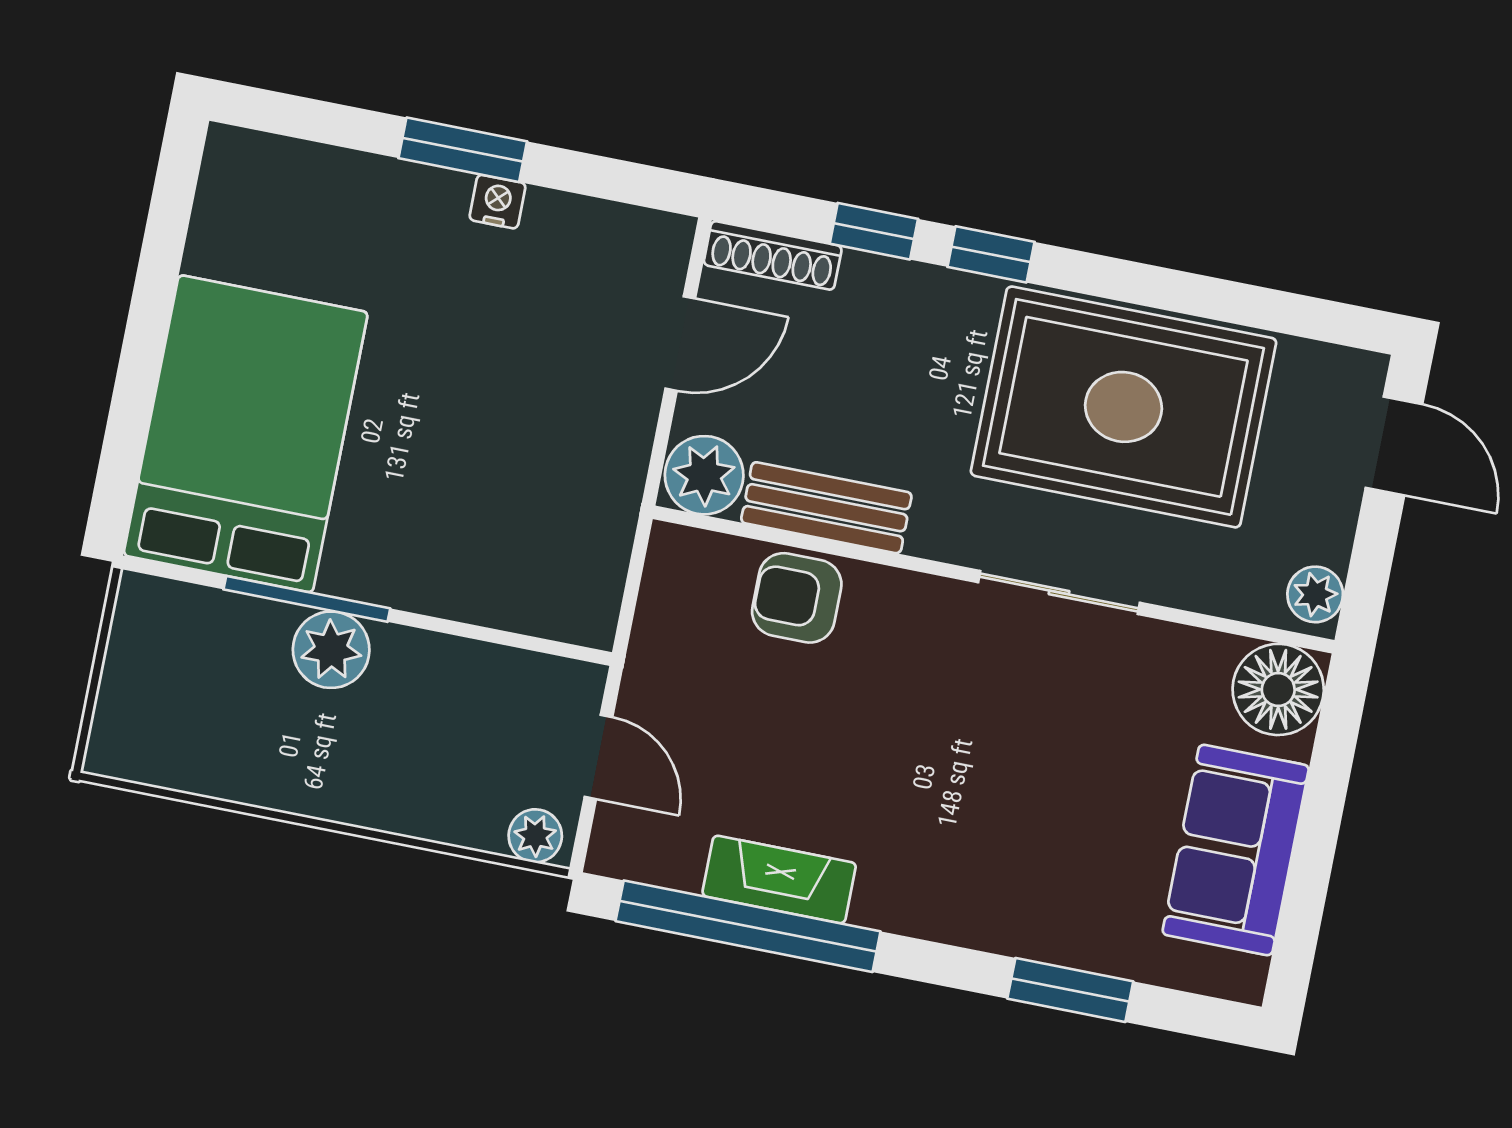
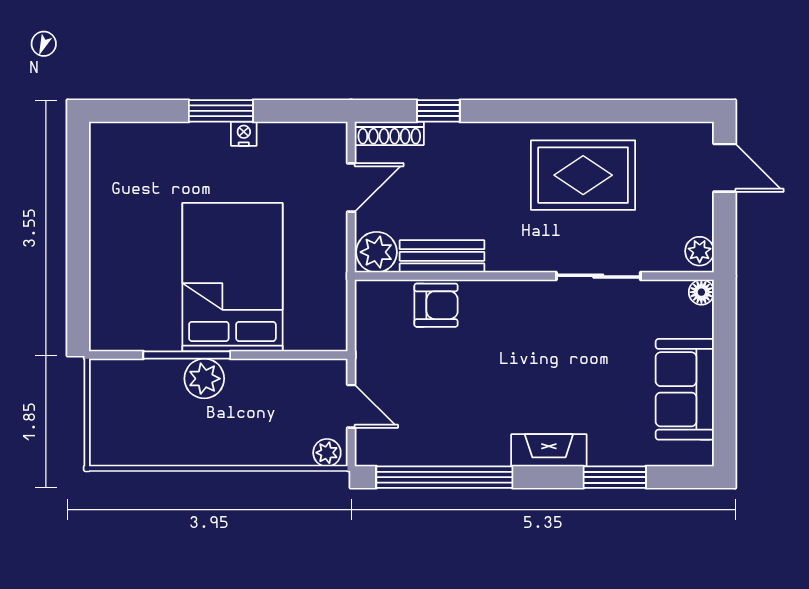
window: (991, 254) -> (500, 111), removed
rug: (1124, 407) -> (583, 175), width x0.73, depth x0.69
bed: (246, 434) -> (232, 277), moved
sliding door: (1059, 593) -> (598, 276), moved
armchair: (797, 598) -> (436, 305), turned 180
floor lamp: (1278, 689) -> (701, 292), width x0.53, depth x0.53
fireplace: (779, 879) -> (549, 450), moved

